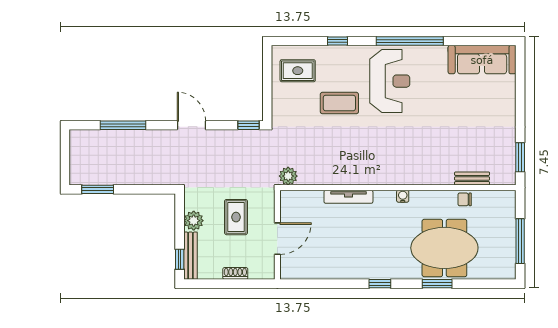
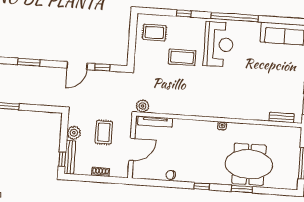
window: (123, 125) -> (29, 62), width x0.69
door: (191, 125) -> (77, 66), swing flipped
window: (248, 125) -> (102, 67), moved
bench: (472, 178) -> (282, 117), moved
tv unit: (348, 197) -> (155, 122), moved
chair: (465, 199) -> (171, 175), moved

